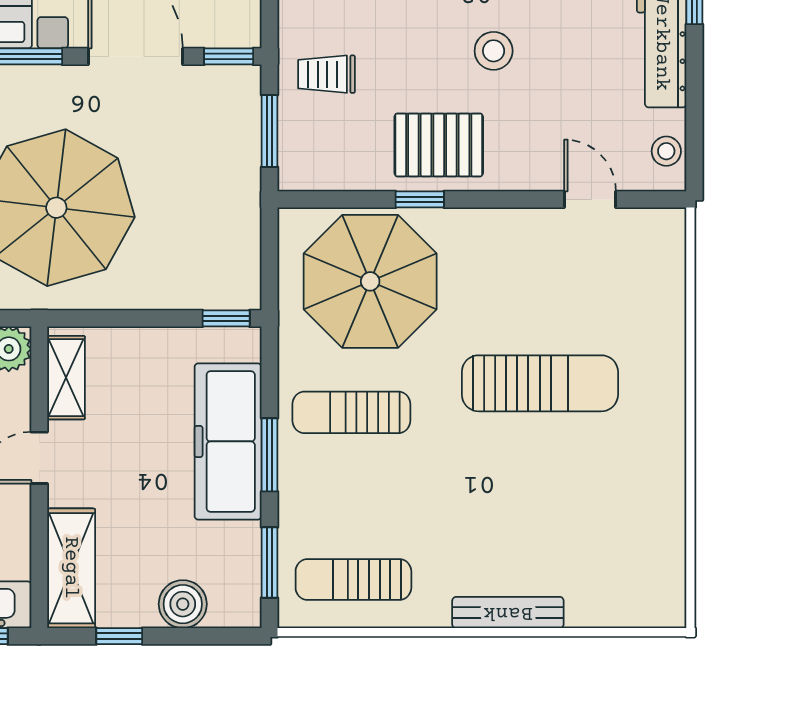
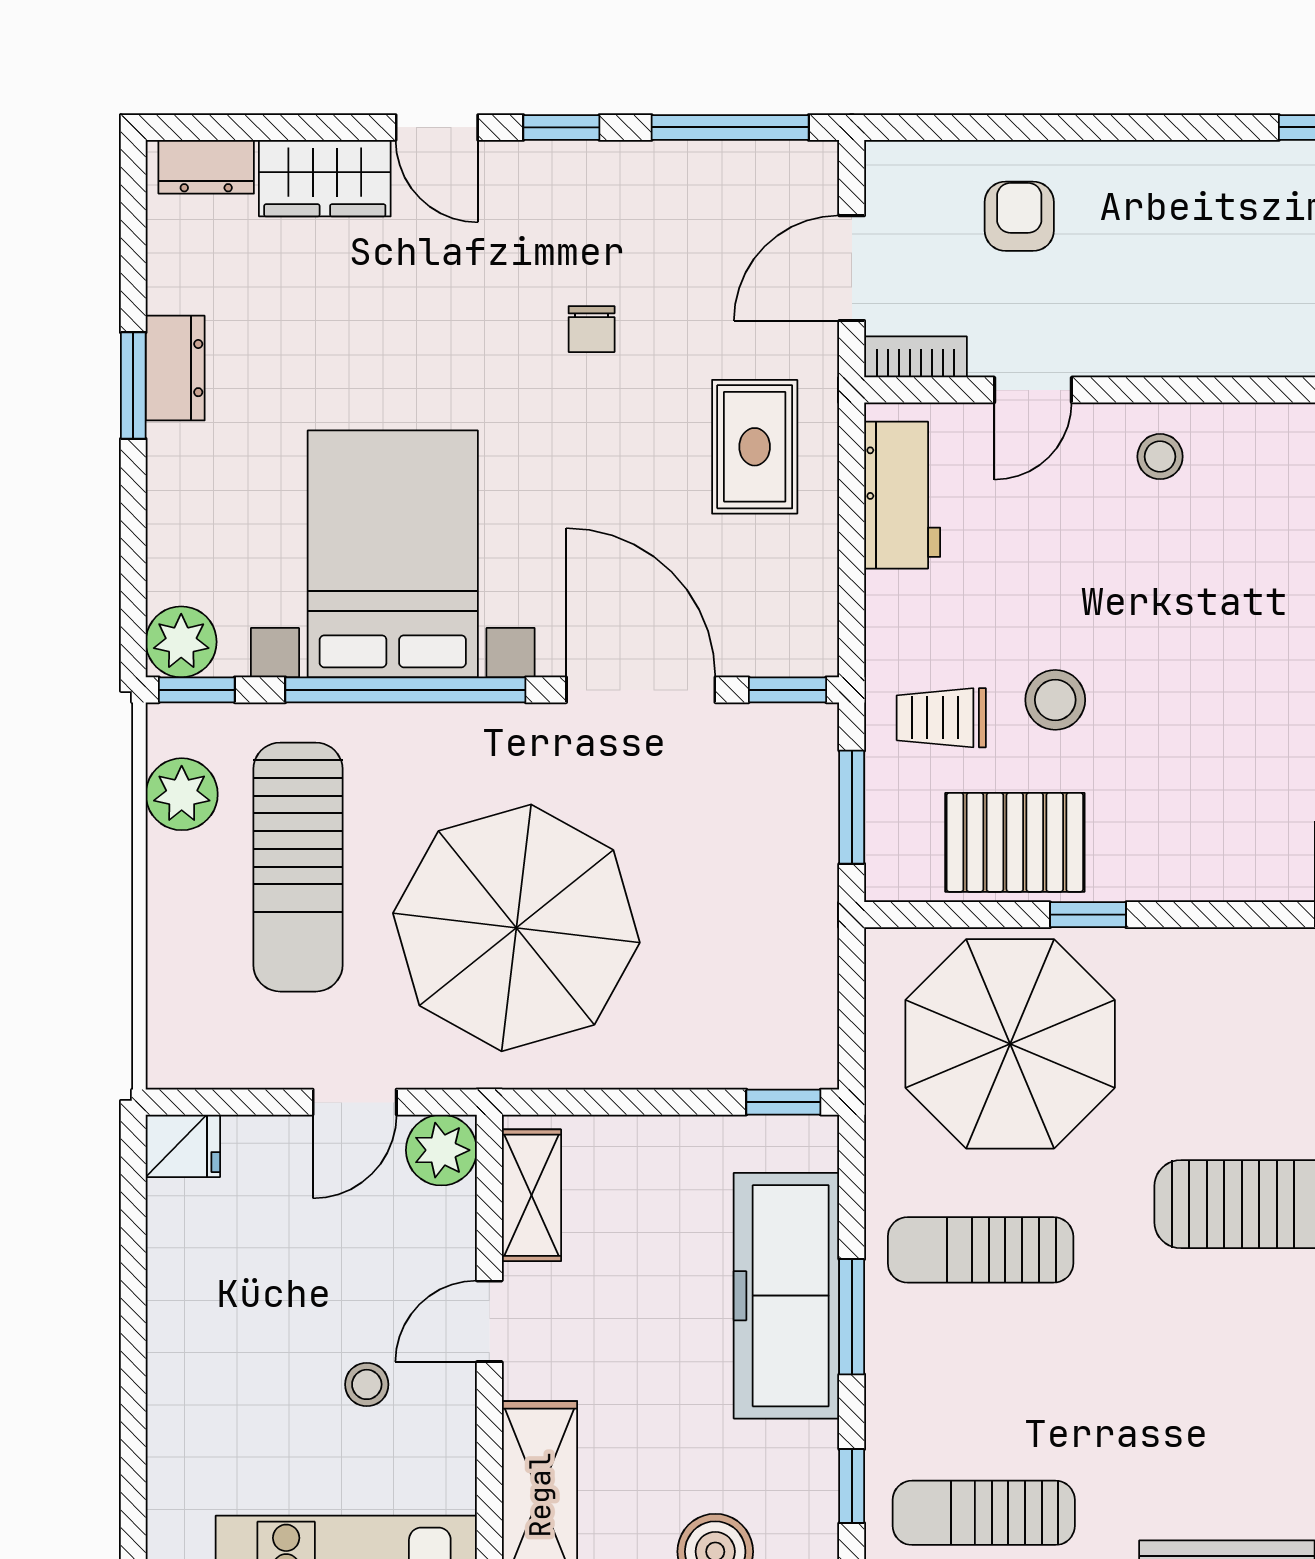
stool: (494, 51) -> (1055, 700), moved
pallet: (439, 145) -> (1015, 842), moved
window: (269, 562) -> (852, 1486), width x0.67

